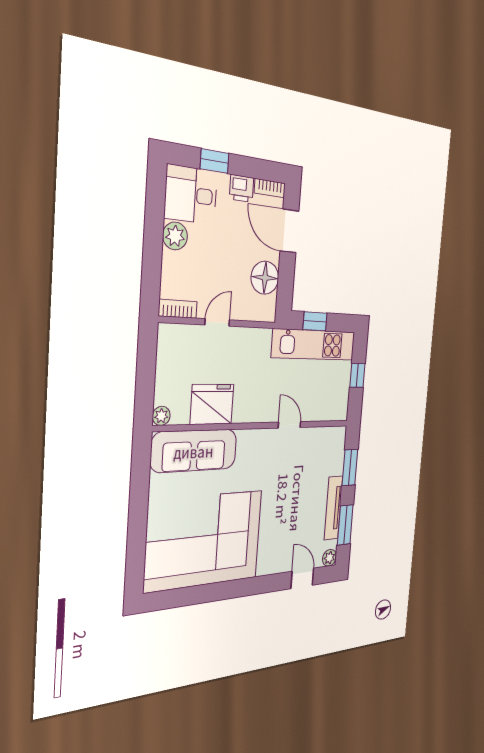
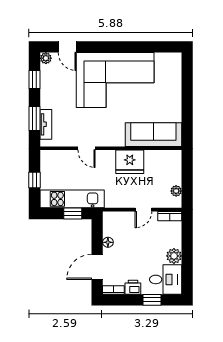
door: (289, 231) -> (97, 267), swing flipped
floor lamp: (265, 278) -> (108, 242), width x0.53, depth x0.53
fridge: (212, 404) -> (130, 162), moved
plant: (161, 416) -> (176, 191), moved
tv unit: (333, 508) -> (46, 124), moved, width x0.71
window: (345, 525) -> (35, 79), width x0.67
corner sofa: (204, 540) -> (115, 80), moved

